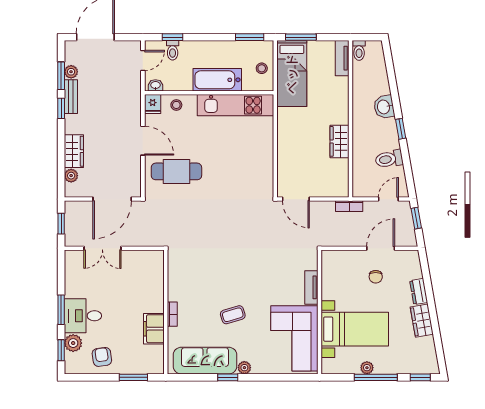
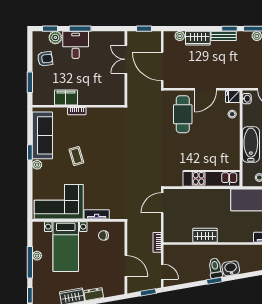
bench: (71, 97) -> (224, 36), moved
kitchen unit: (235, 105) -> (212, 178), moved, turned 90
toilet: (389, 159) -> (215, 268), moved
chair: (376, 277) -> (103, 235), moved

